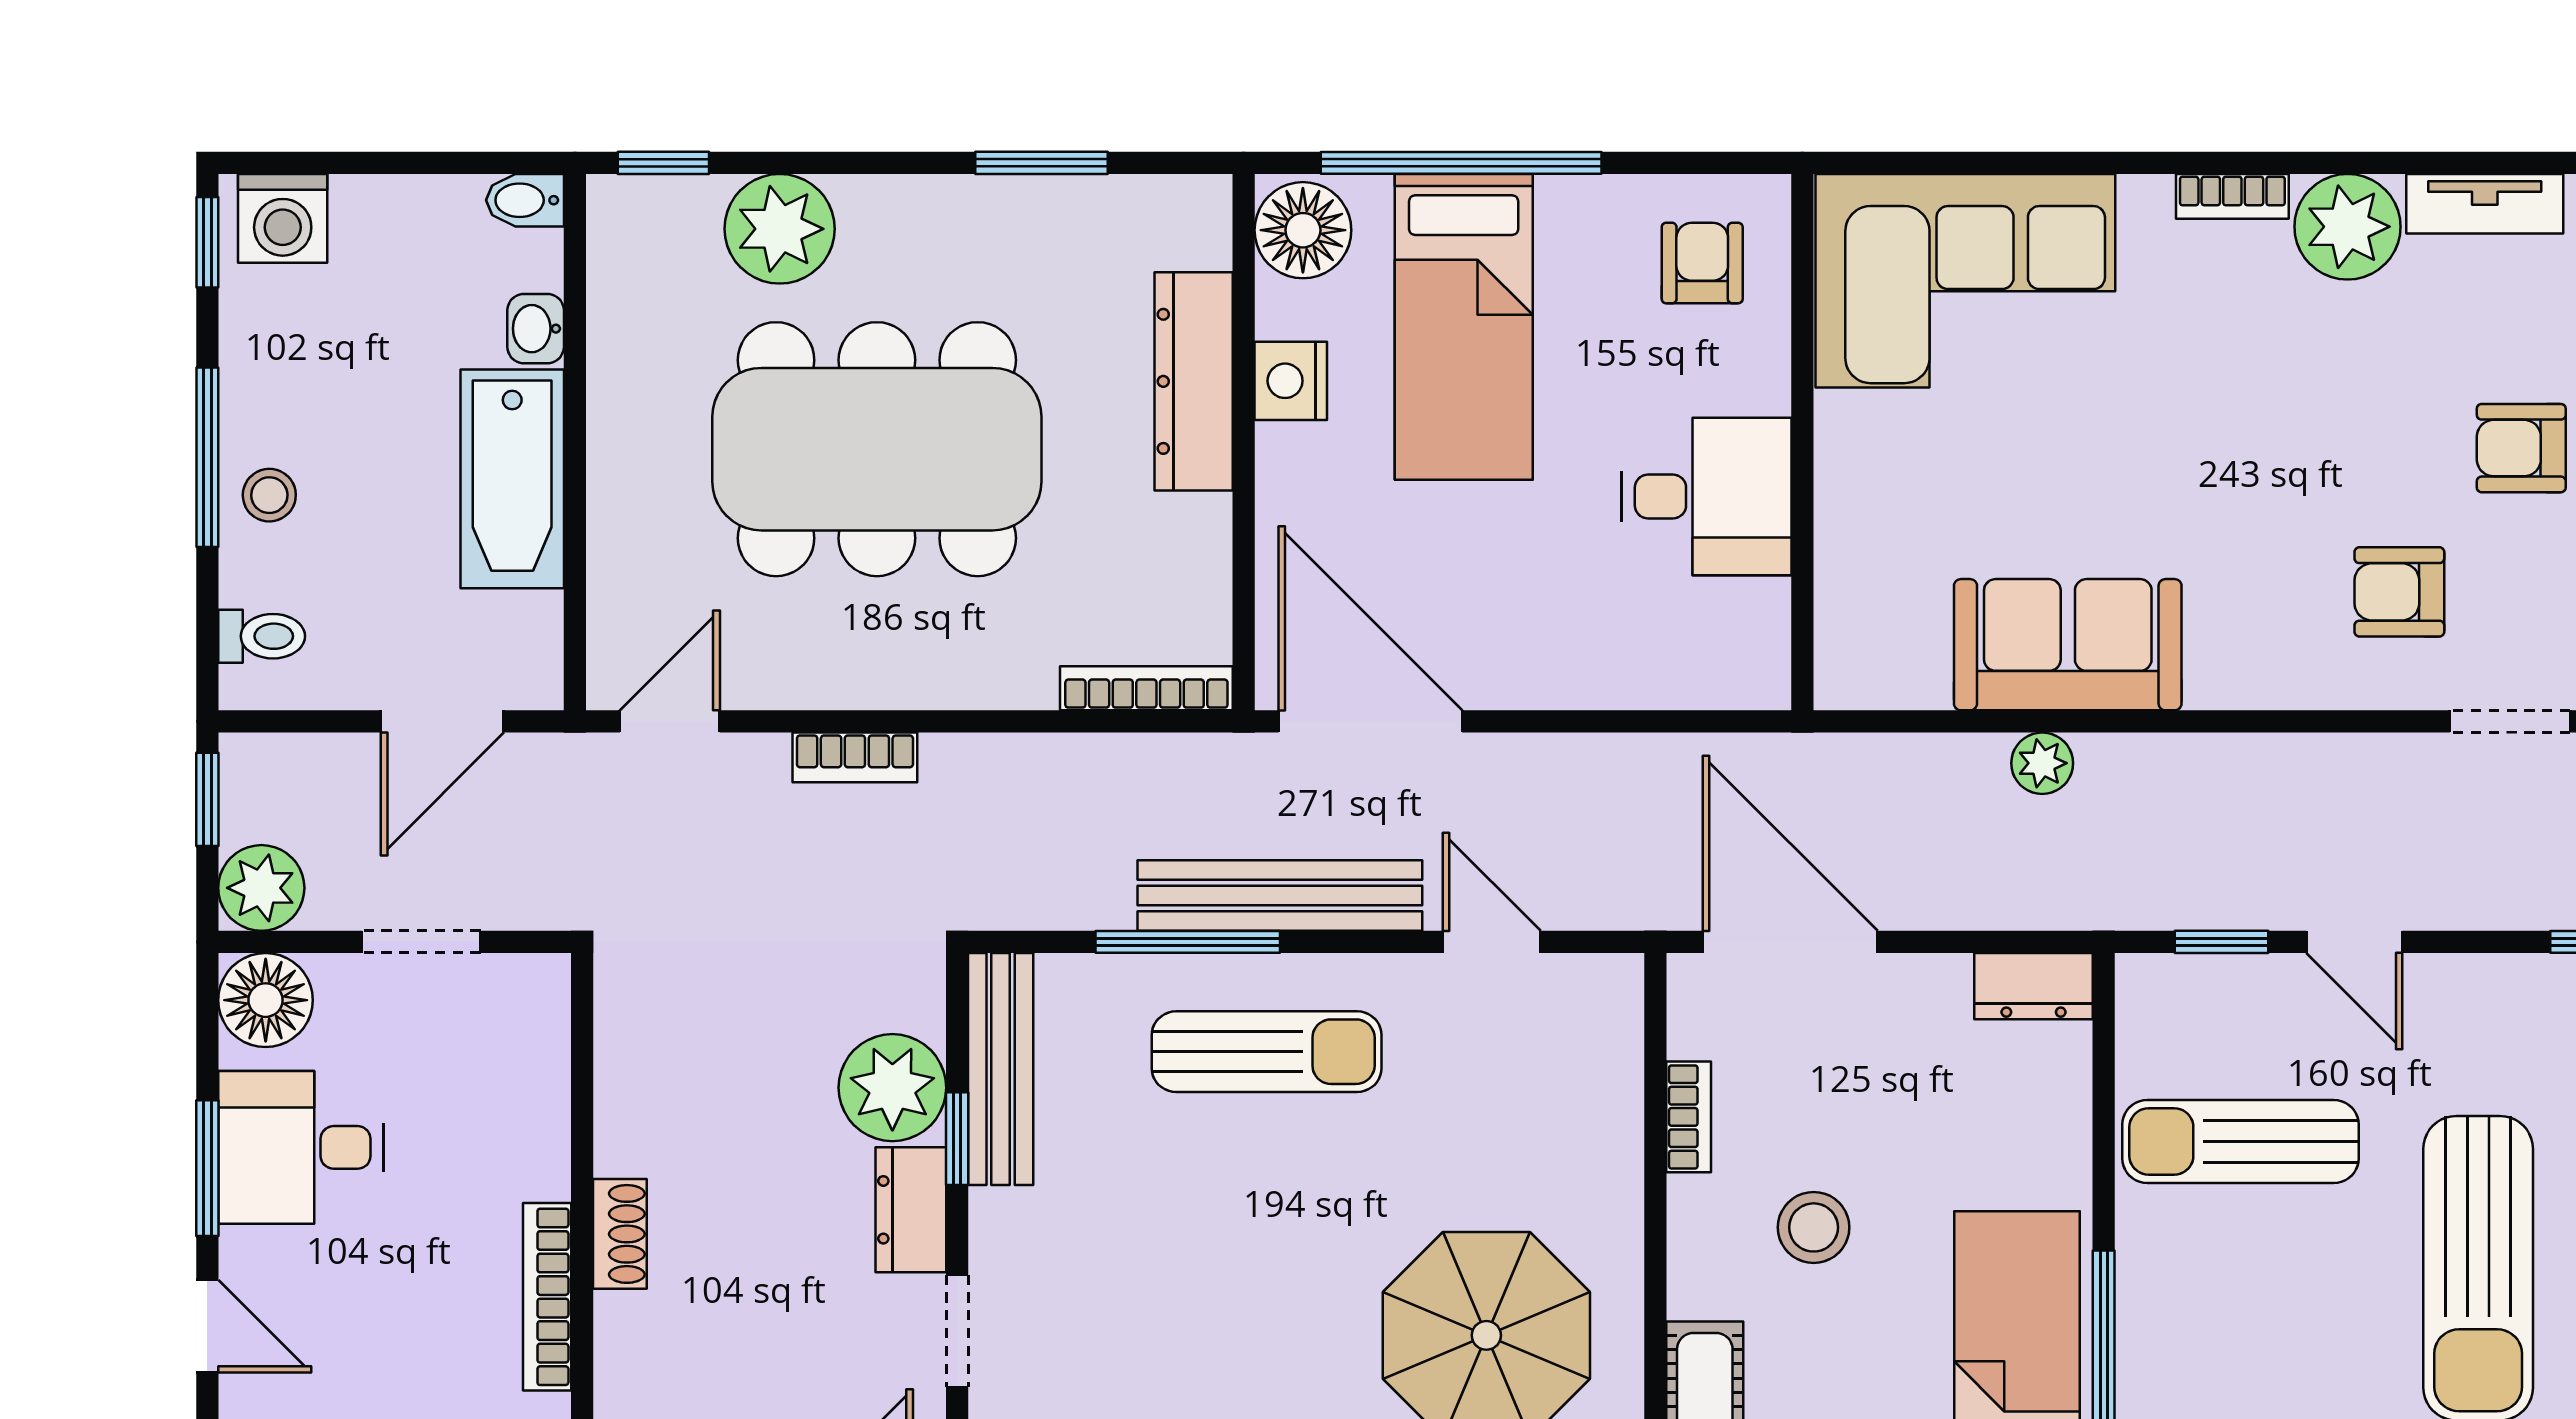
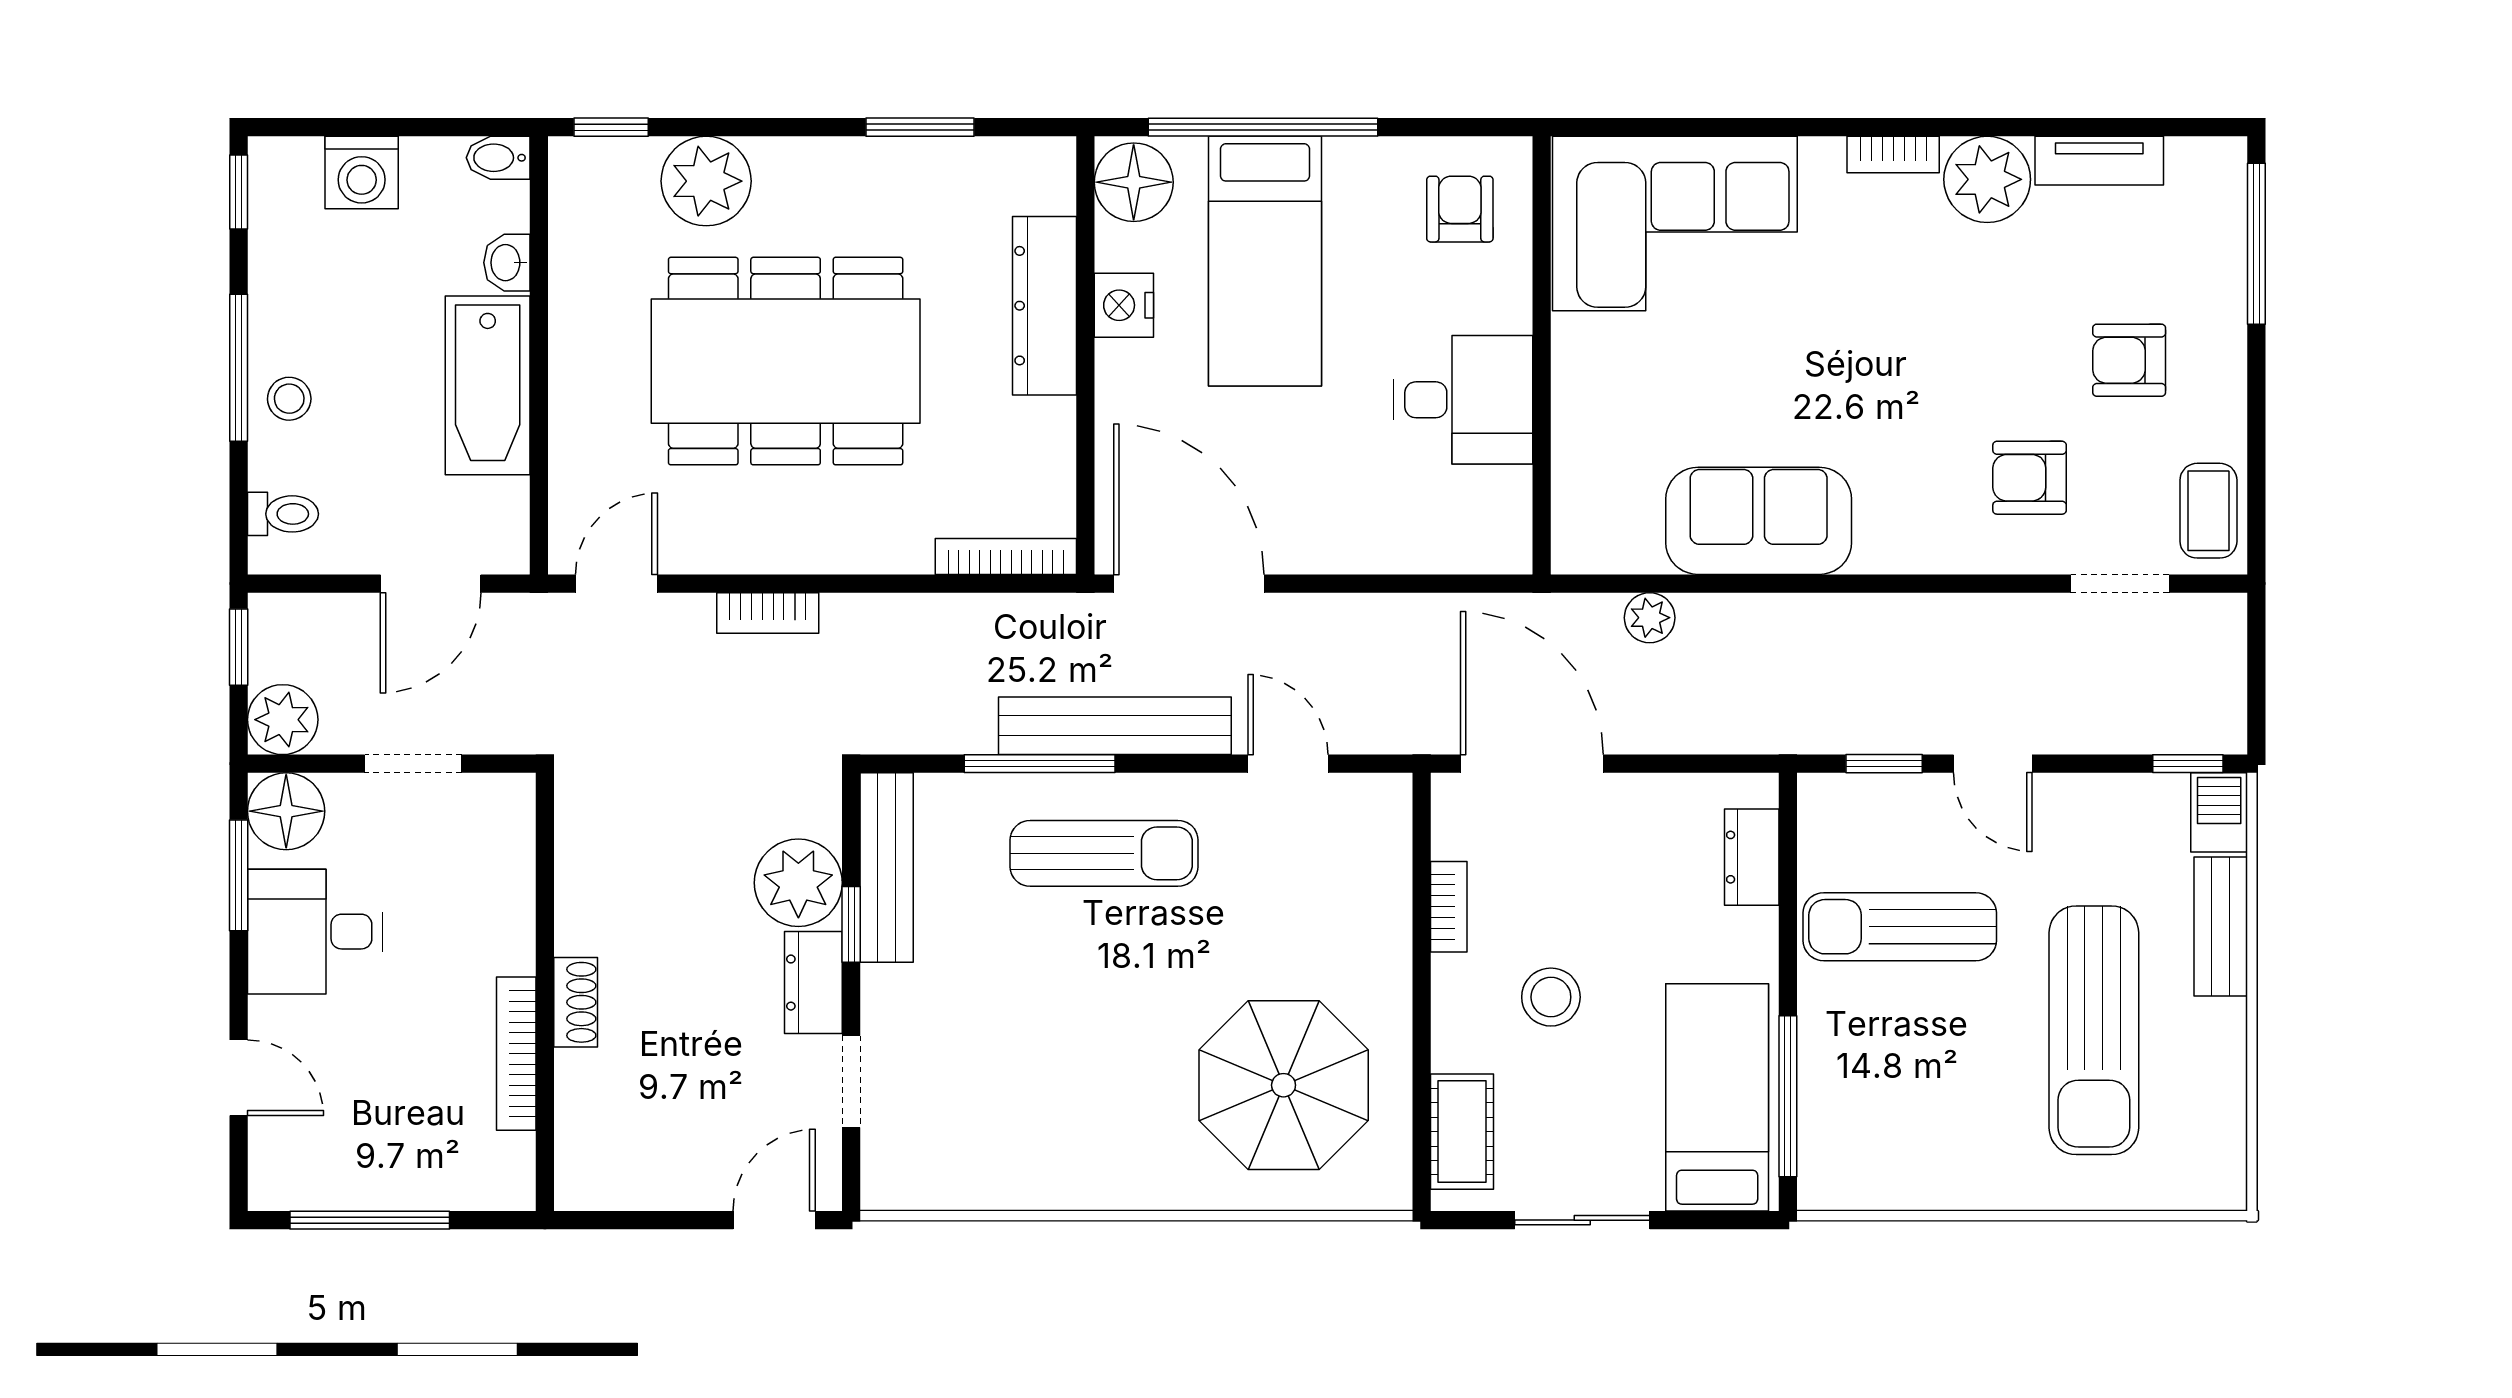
washing machine: (283, 218) -> (362, 173), moved
plant: (2042, 763) -> (1650, 618), moved
dresser: (2034, 986) -> (1752, 857), moved, turned 90
window: (207, 1168) -> (239, 875), moved

